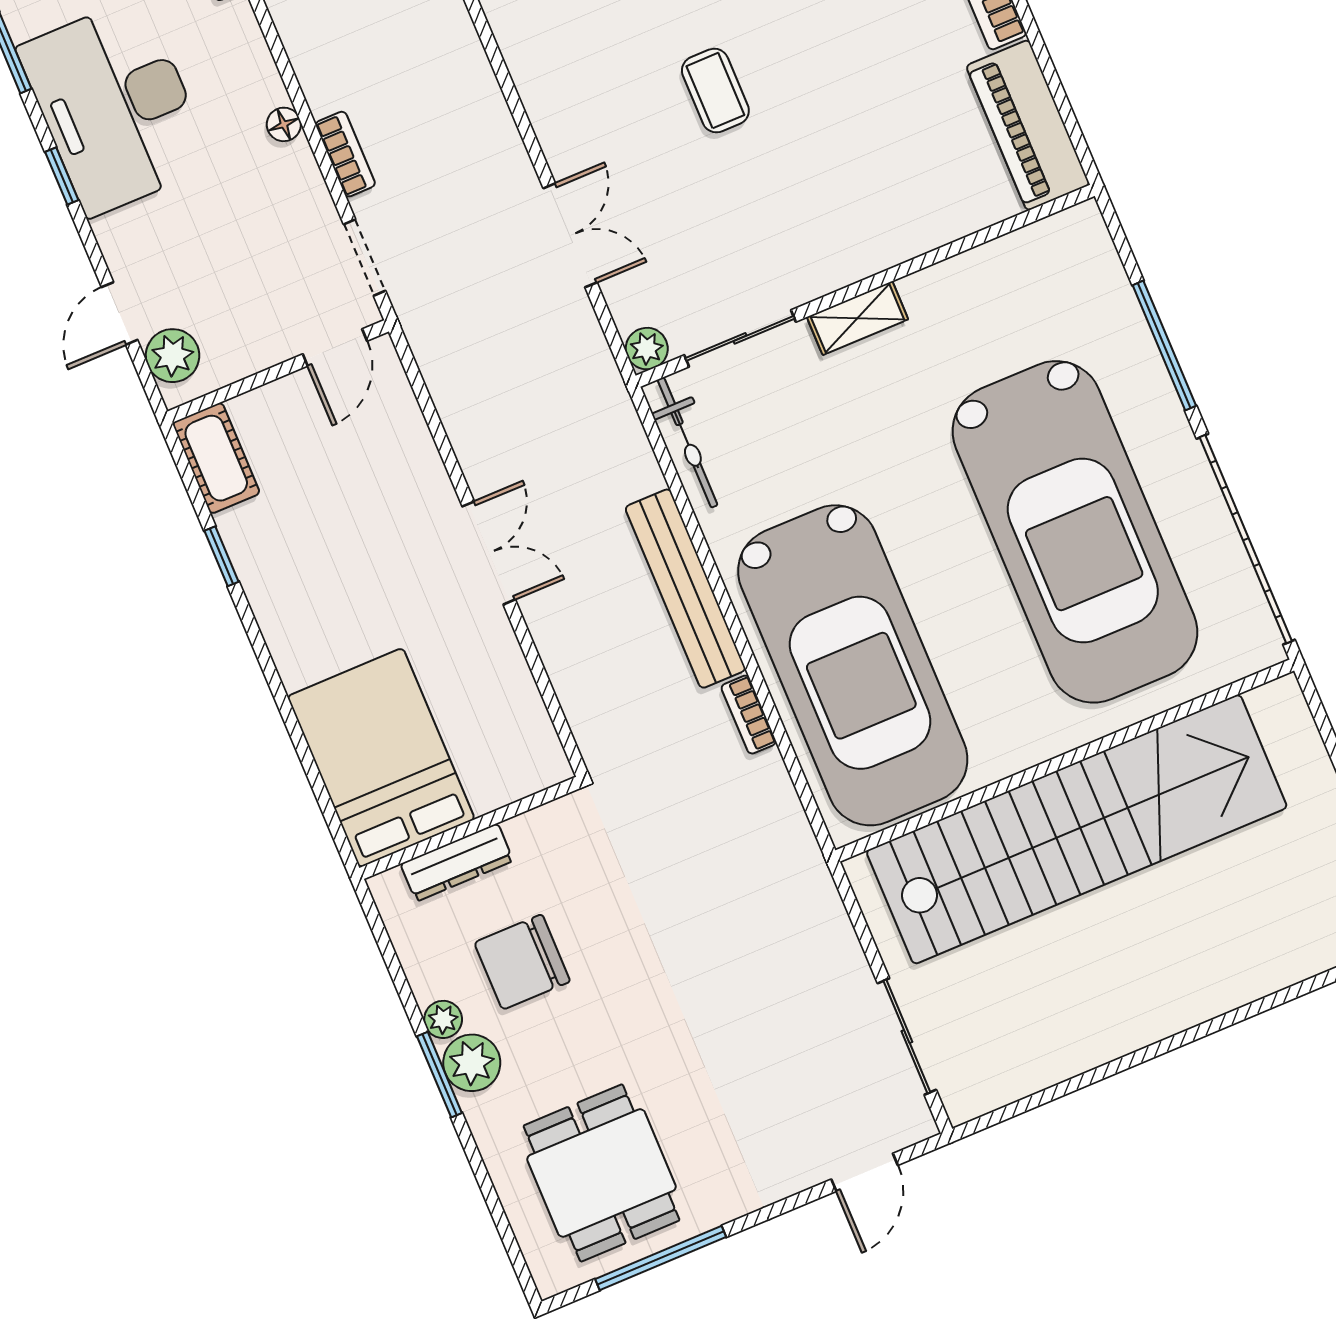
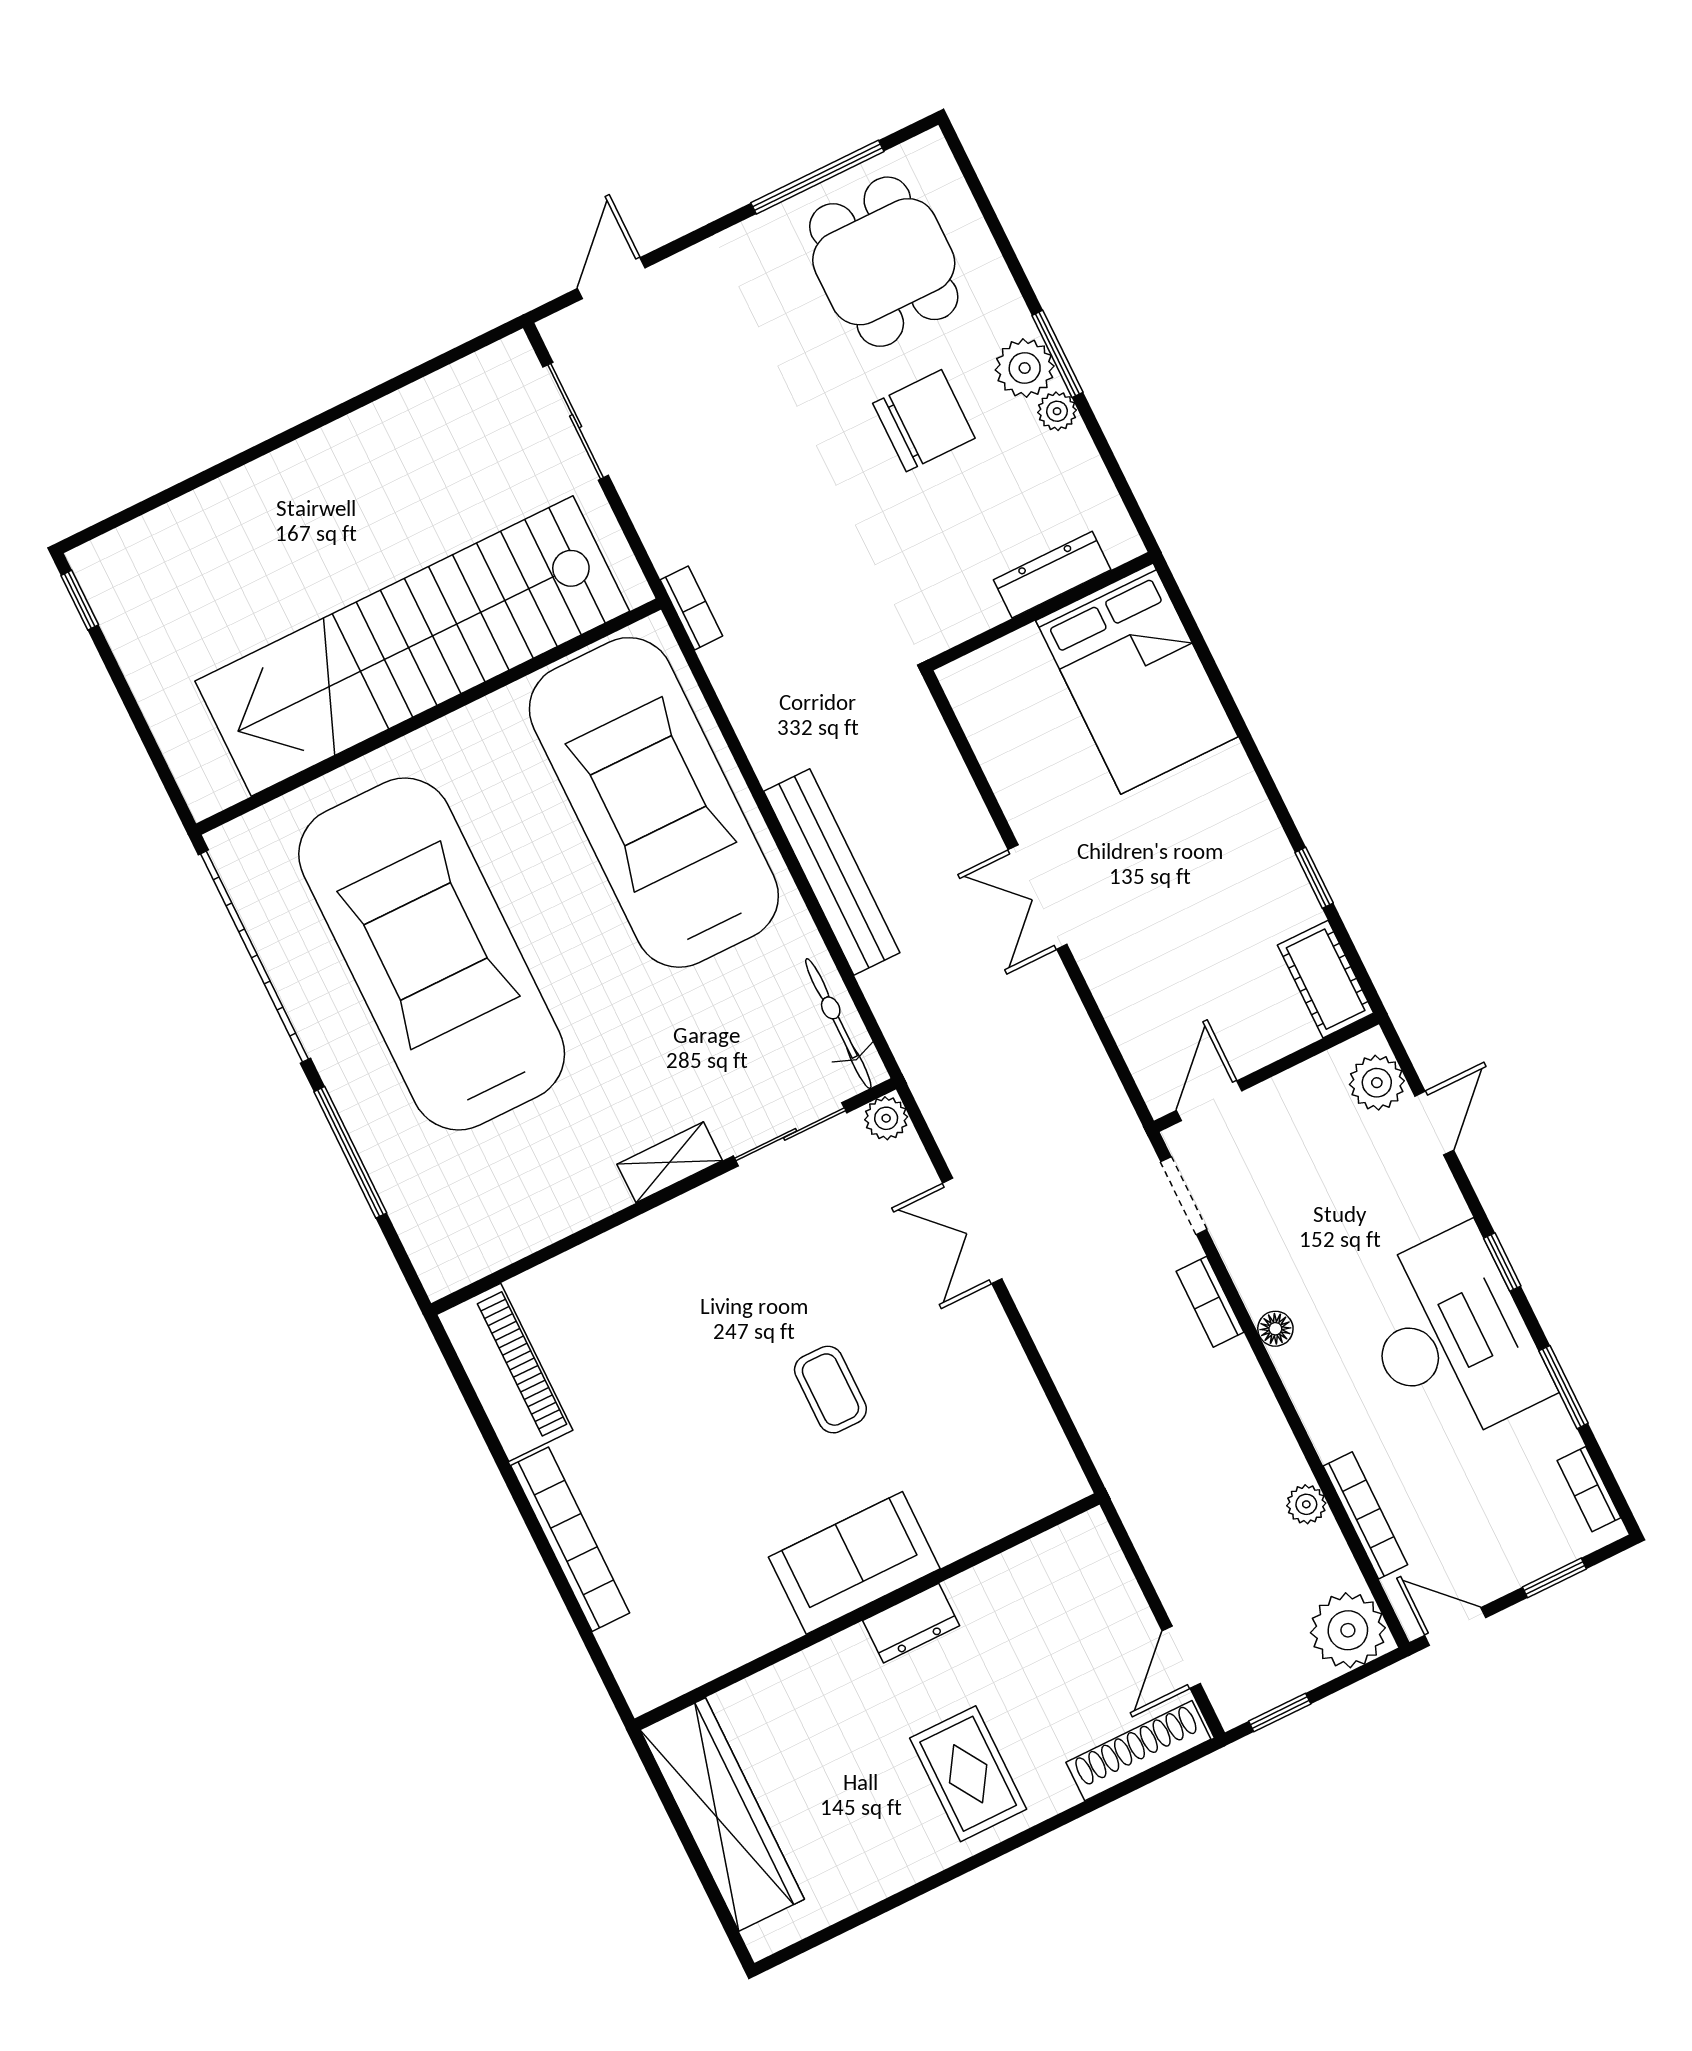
bookcase: (749, 715) -> (691, 608), moved
chair: (522, 962) -> (924, 421), moved

